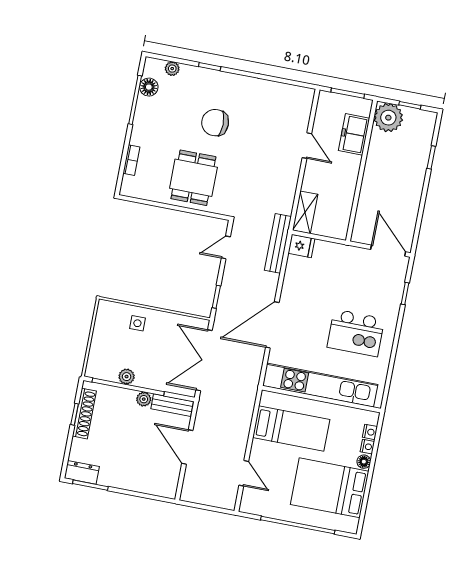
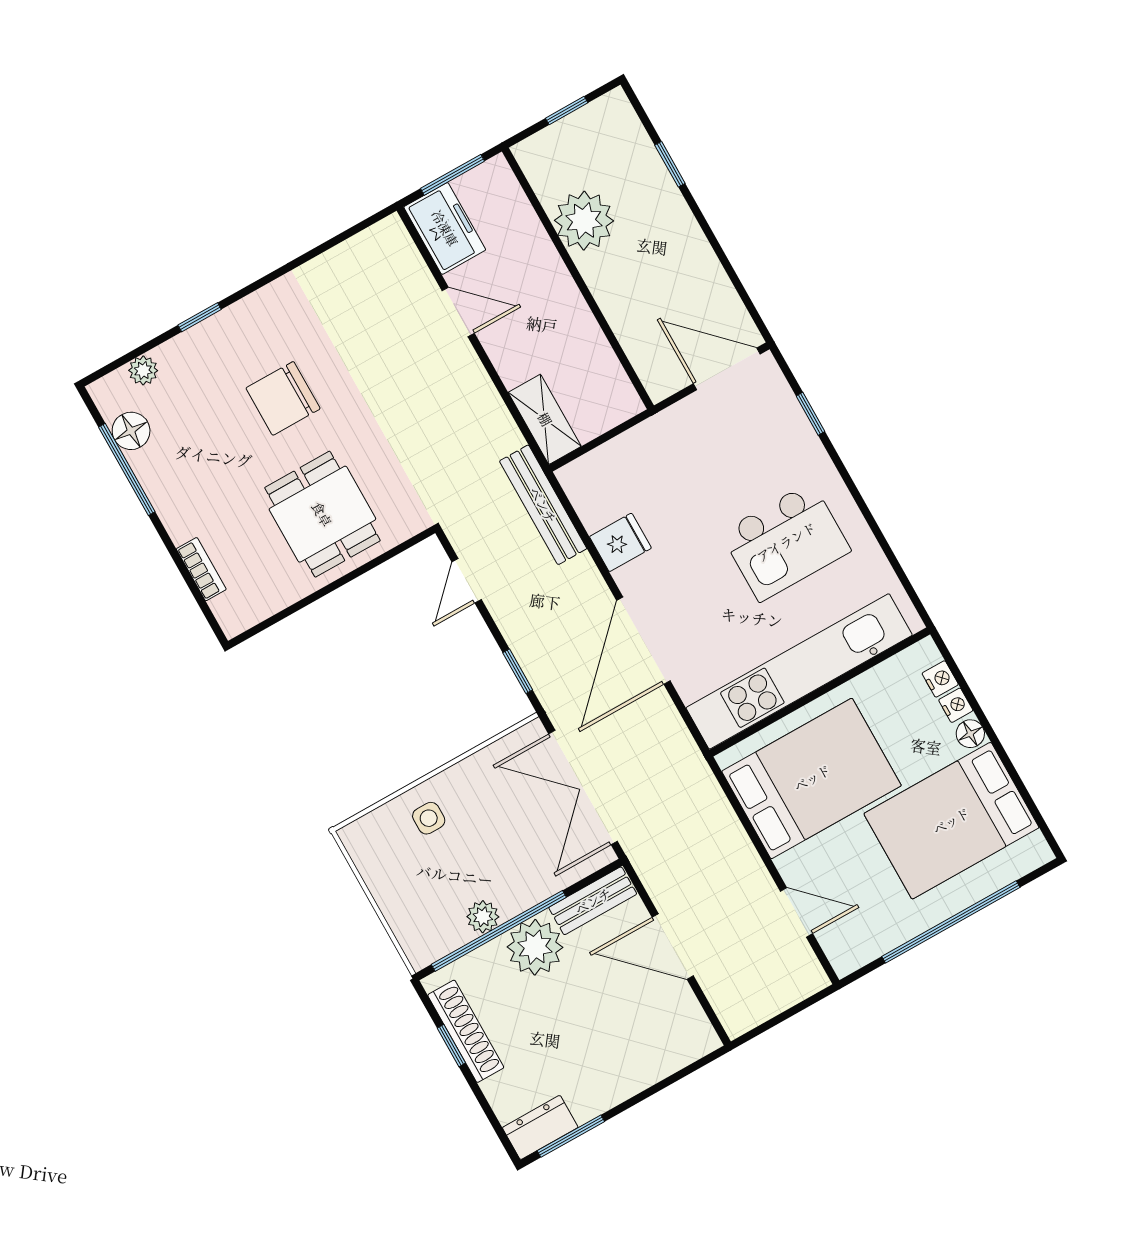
plant: (388, 118) -> (584, 221), moved
freezer: (354, 134) -> (445, 228), moved, turned 180
fridge: (301, 246) -> (620, 542), moved
plant: (144, 399) -> (535, 947), width x1.88, depth x1.88
bed: (291, 428) -> (812, 778), width x1.50

